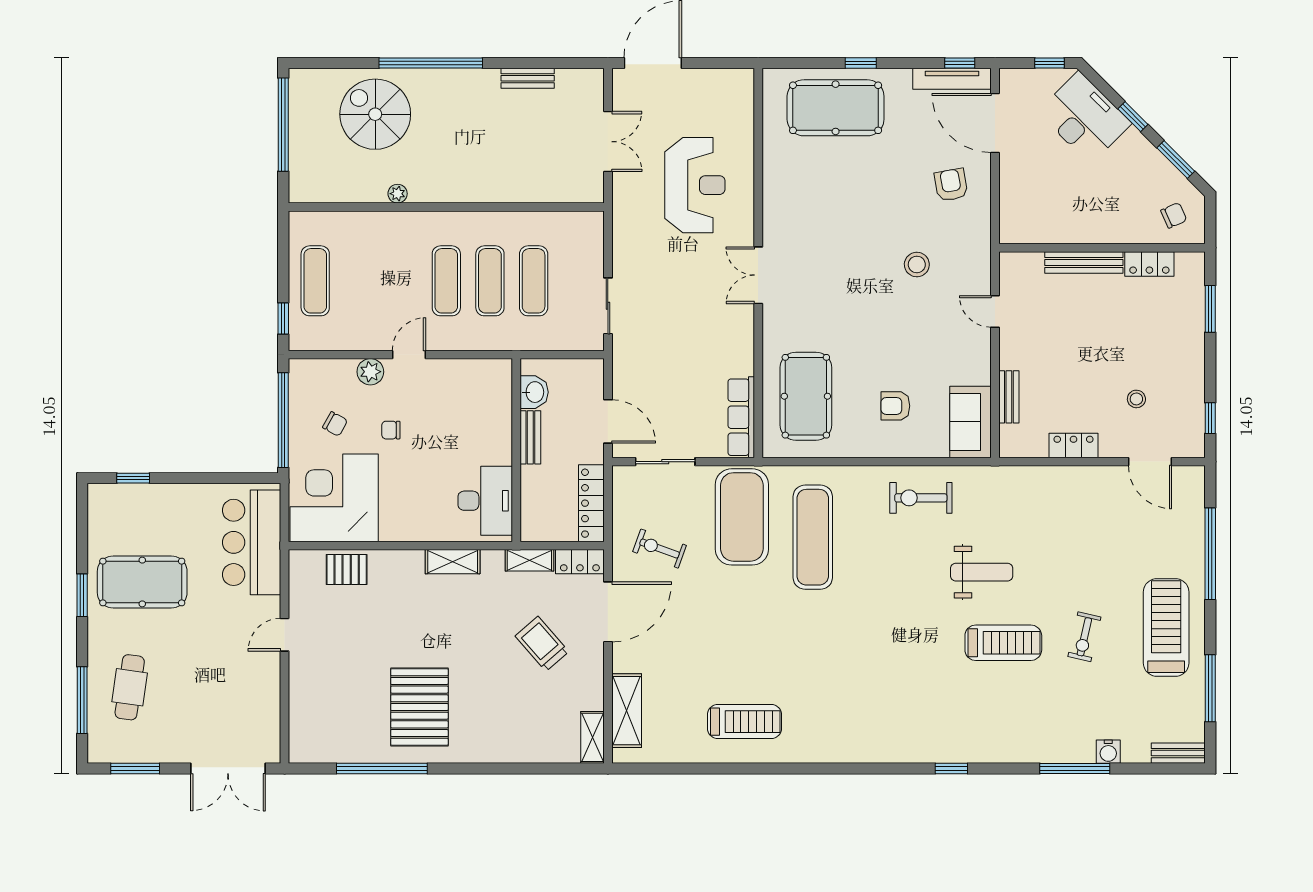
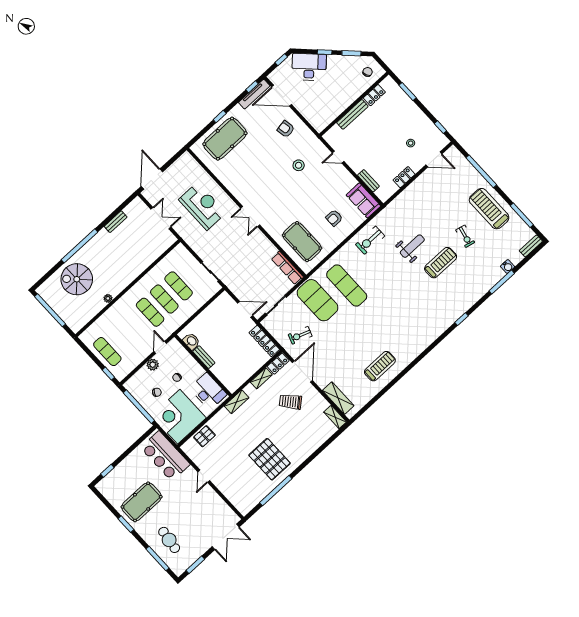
washbasin: (534, 392) -> (191, 341), moved
bench: (530, 437) -> (204, 357), moved
wall: (516, 450) -> (203, 365), moved
desk: (485, 501) -> (208, 391), moved

